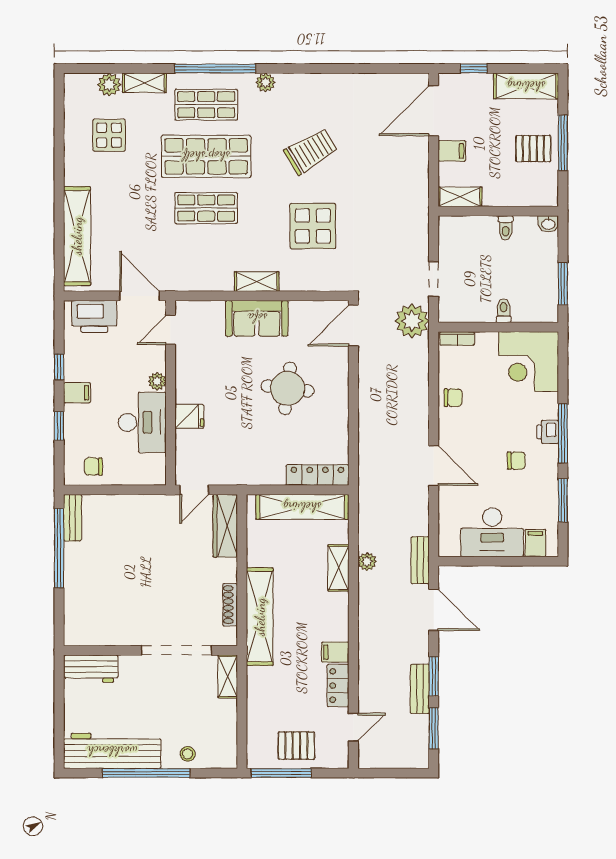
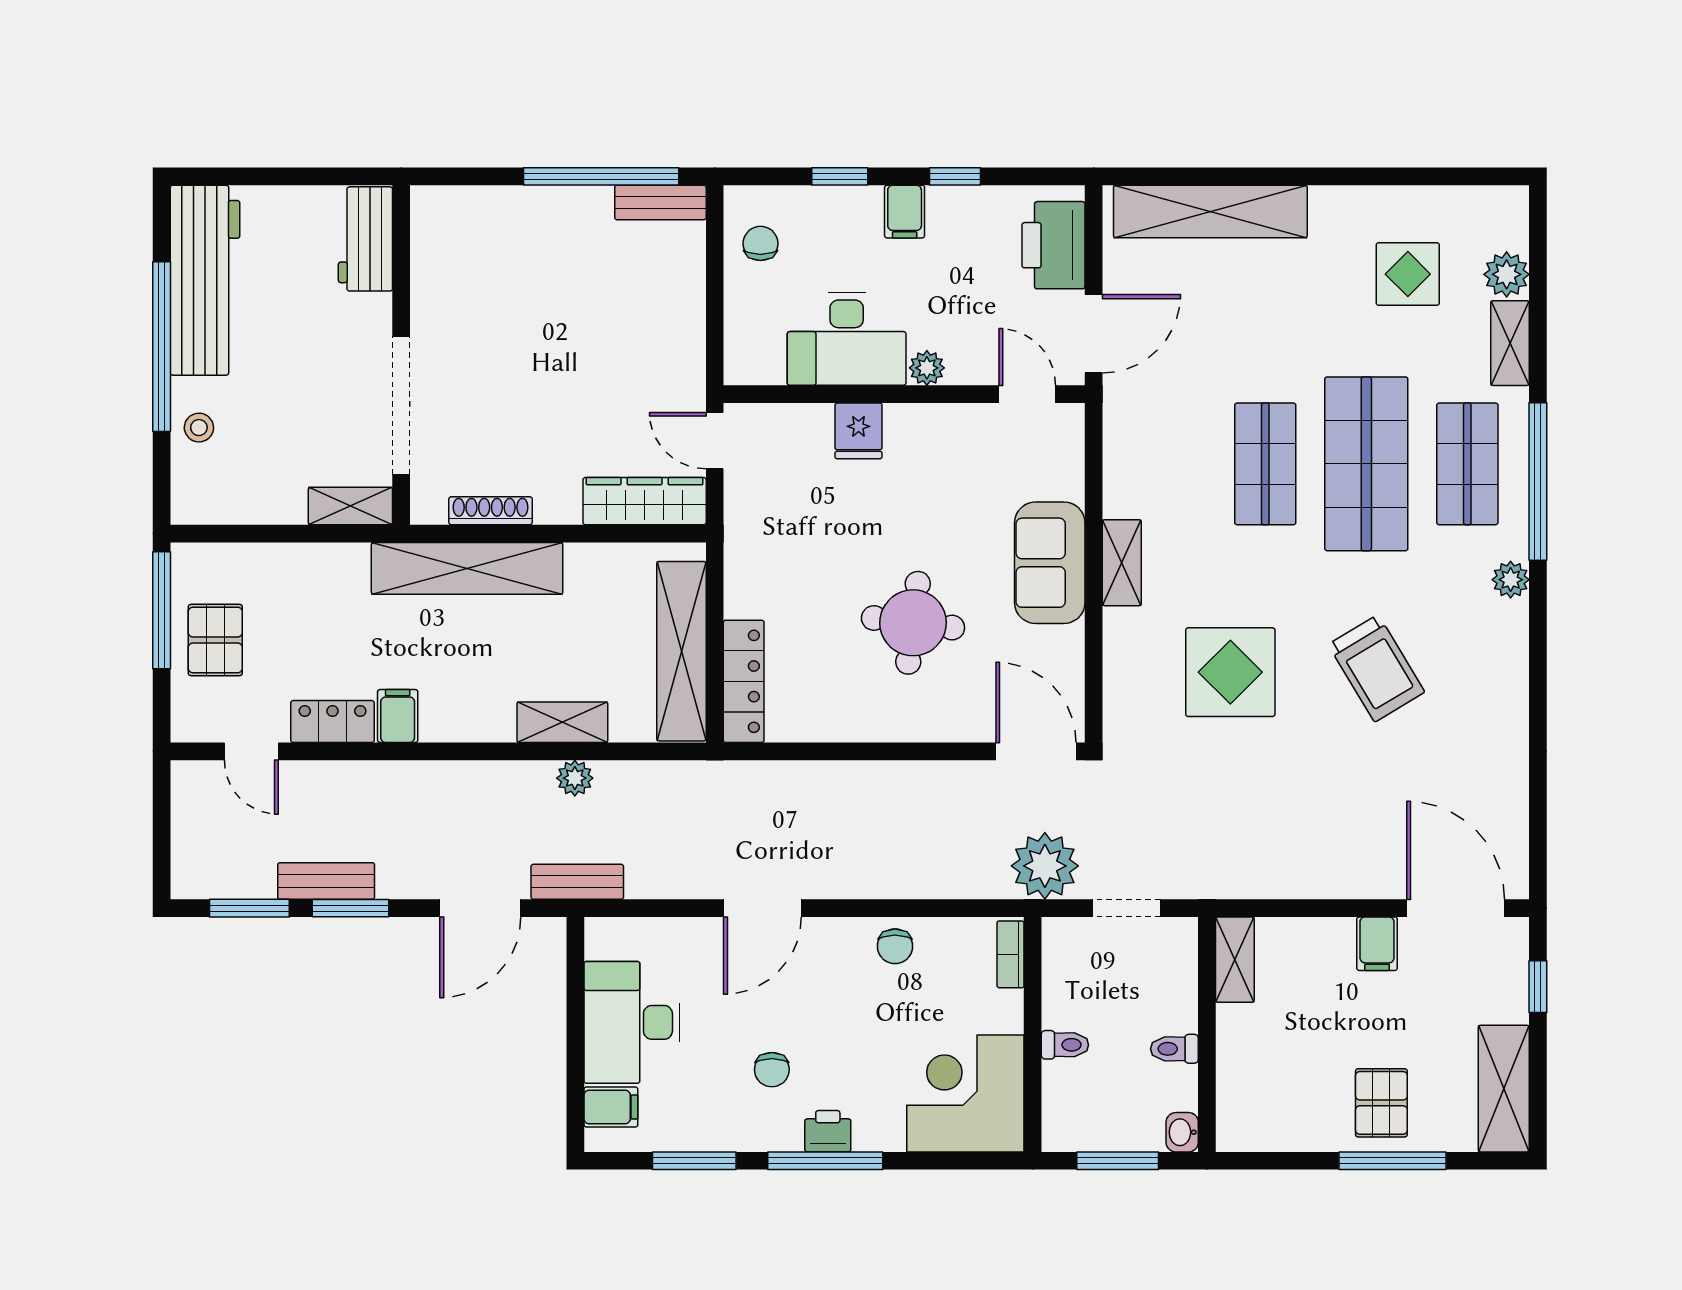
shelving: (460, 197) -> (1235, 960), moved
wall: (498, 211) -> (1207, 1034), moved
washbasin: (548, 224) -> (1182, 1132), moved
toilet: (506, 228) -> (1174, 1049), moved

